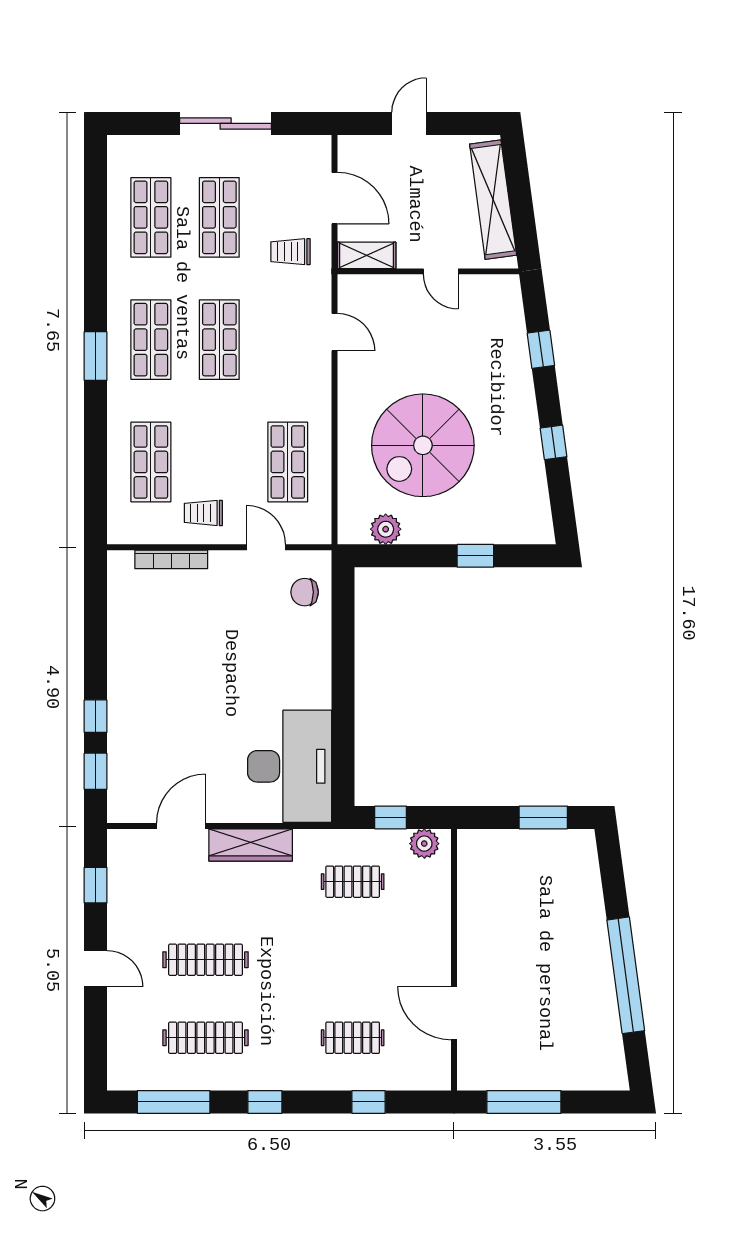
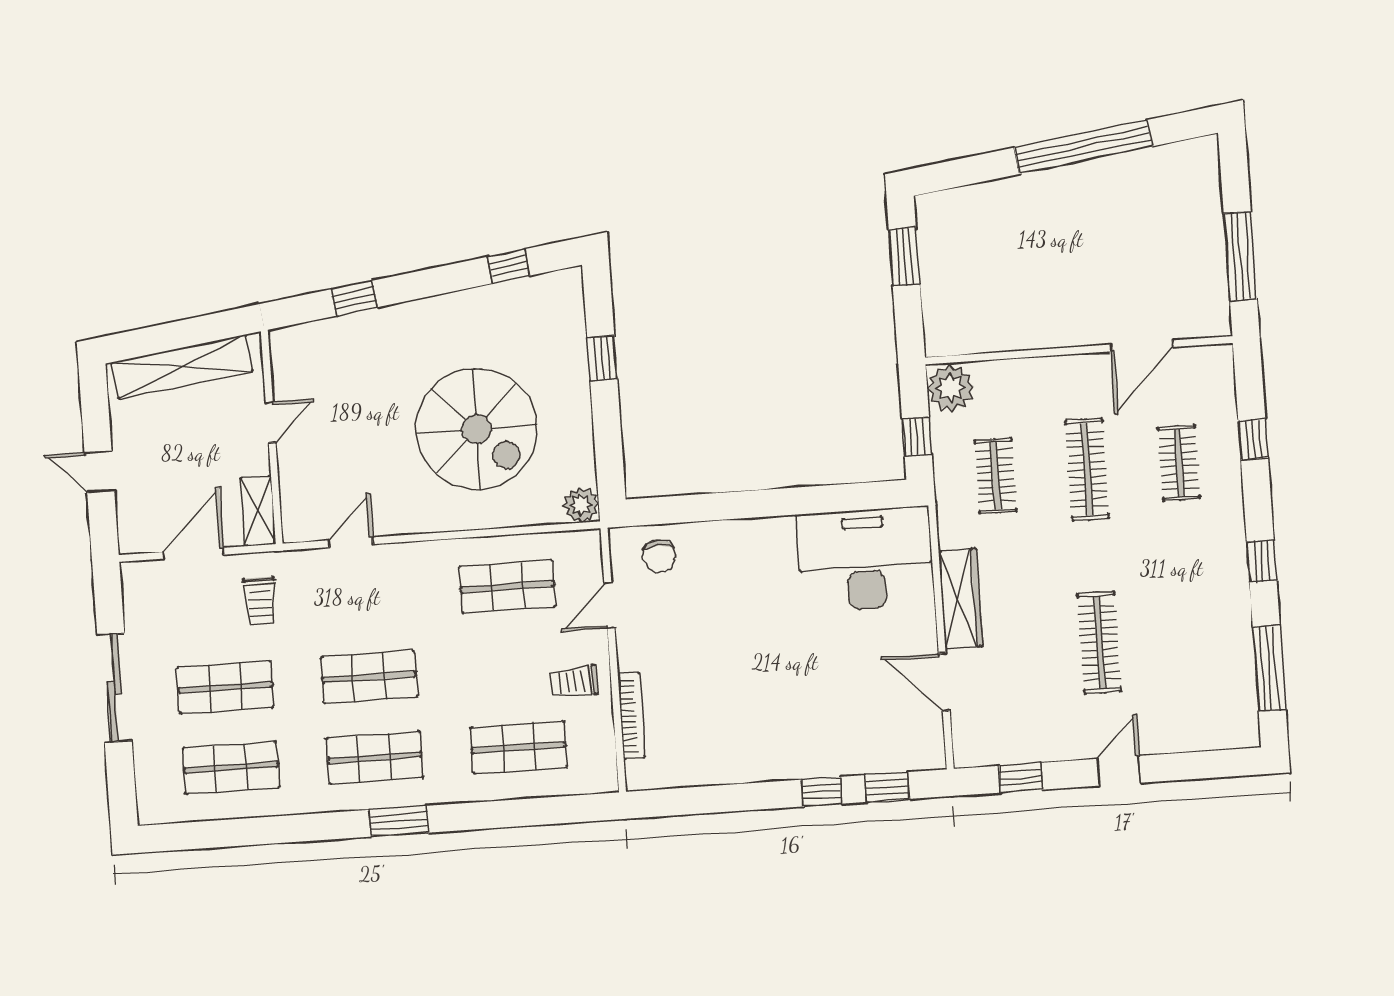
window: (554, 442) -> (508, 266), moved
trolley: (203, 513) -> (574, 682), turned 88
plant: (386, 529) -> (581, 505), moved
plant: (424, 844) -> (951, 388), width x1.36, depth x1.36
clothes rail: (205, 1038) -> (1087, 469), moved

